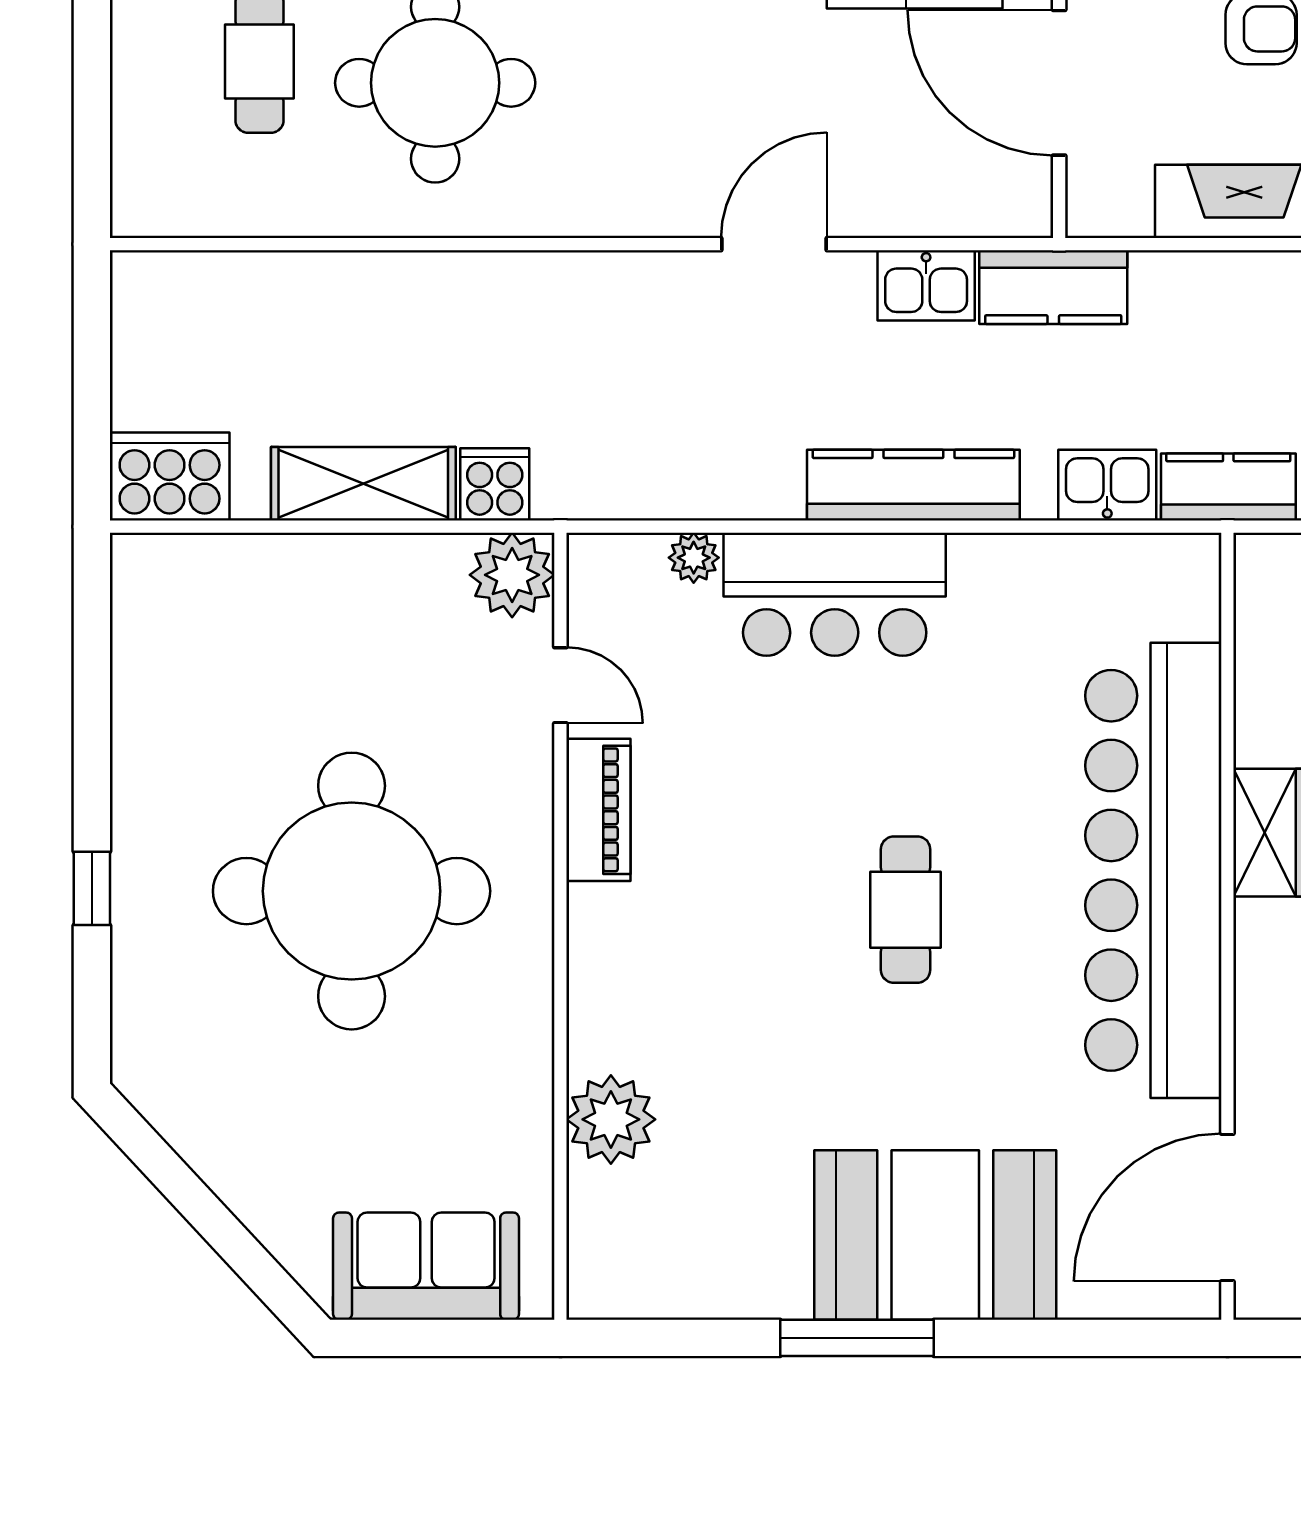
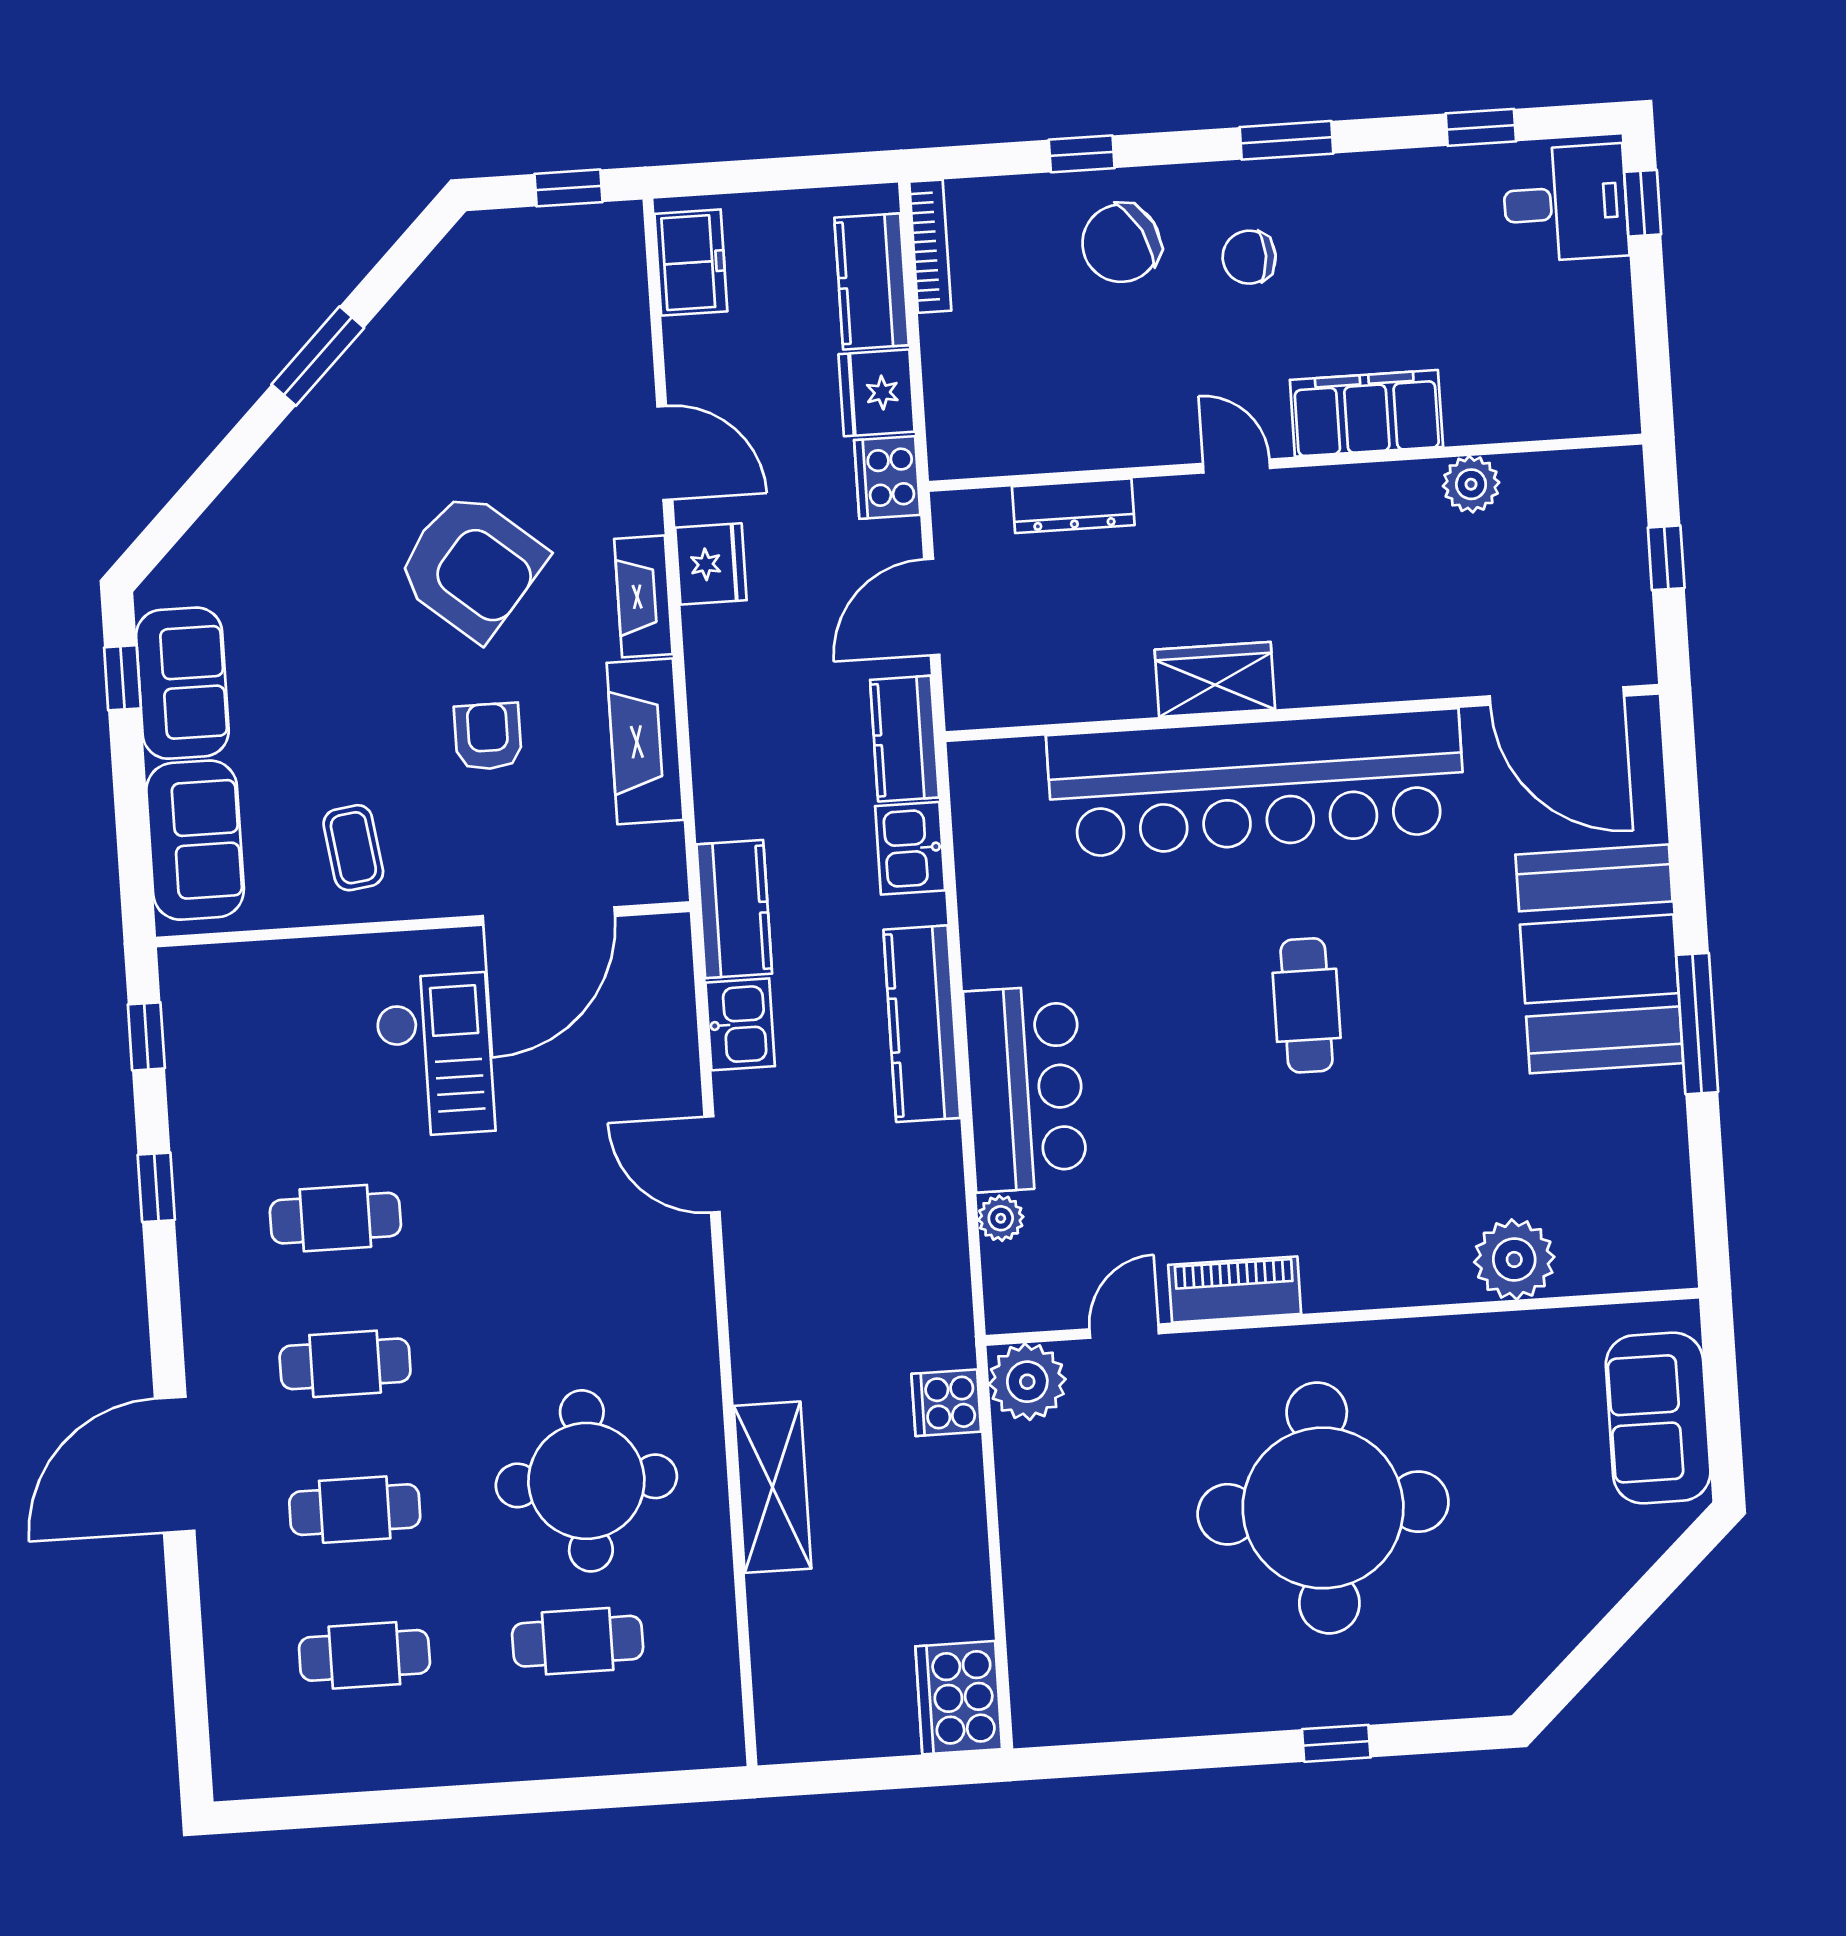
shelving: (363, 484) -> (773, 1487), moved
cafe table: (906, 910) -> (1307, 1005), turned 90

